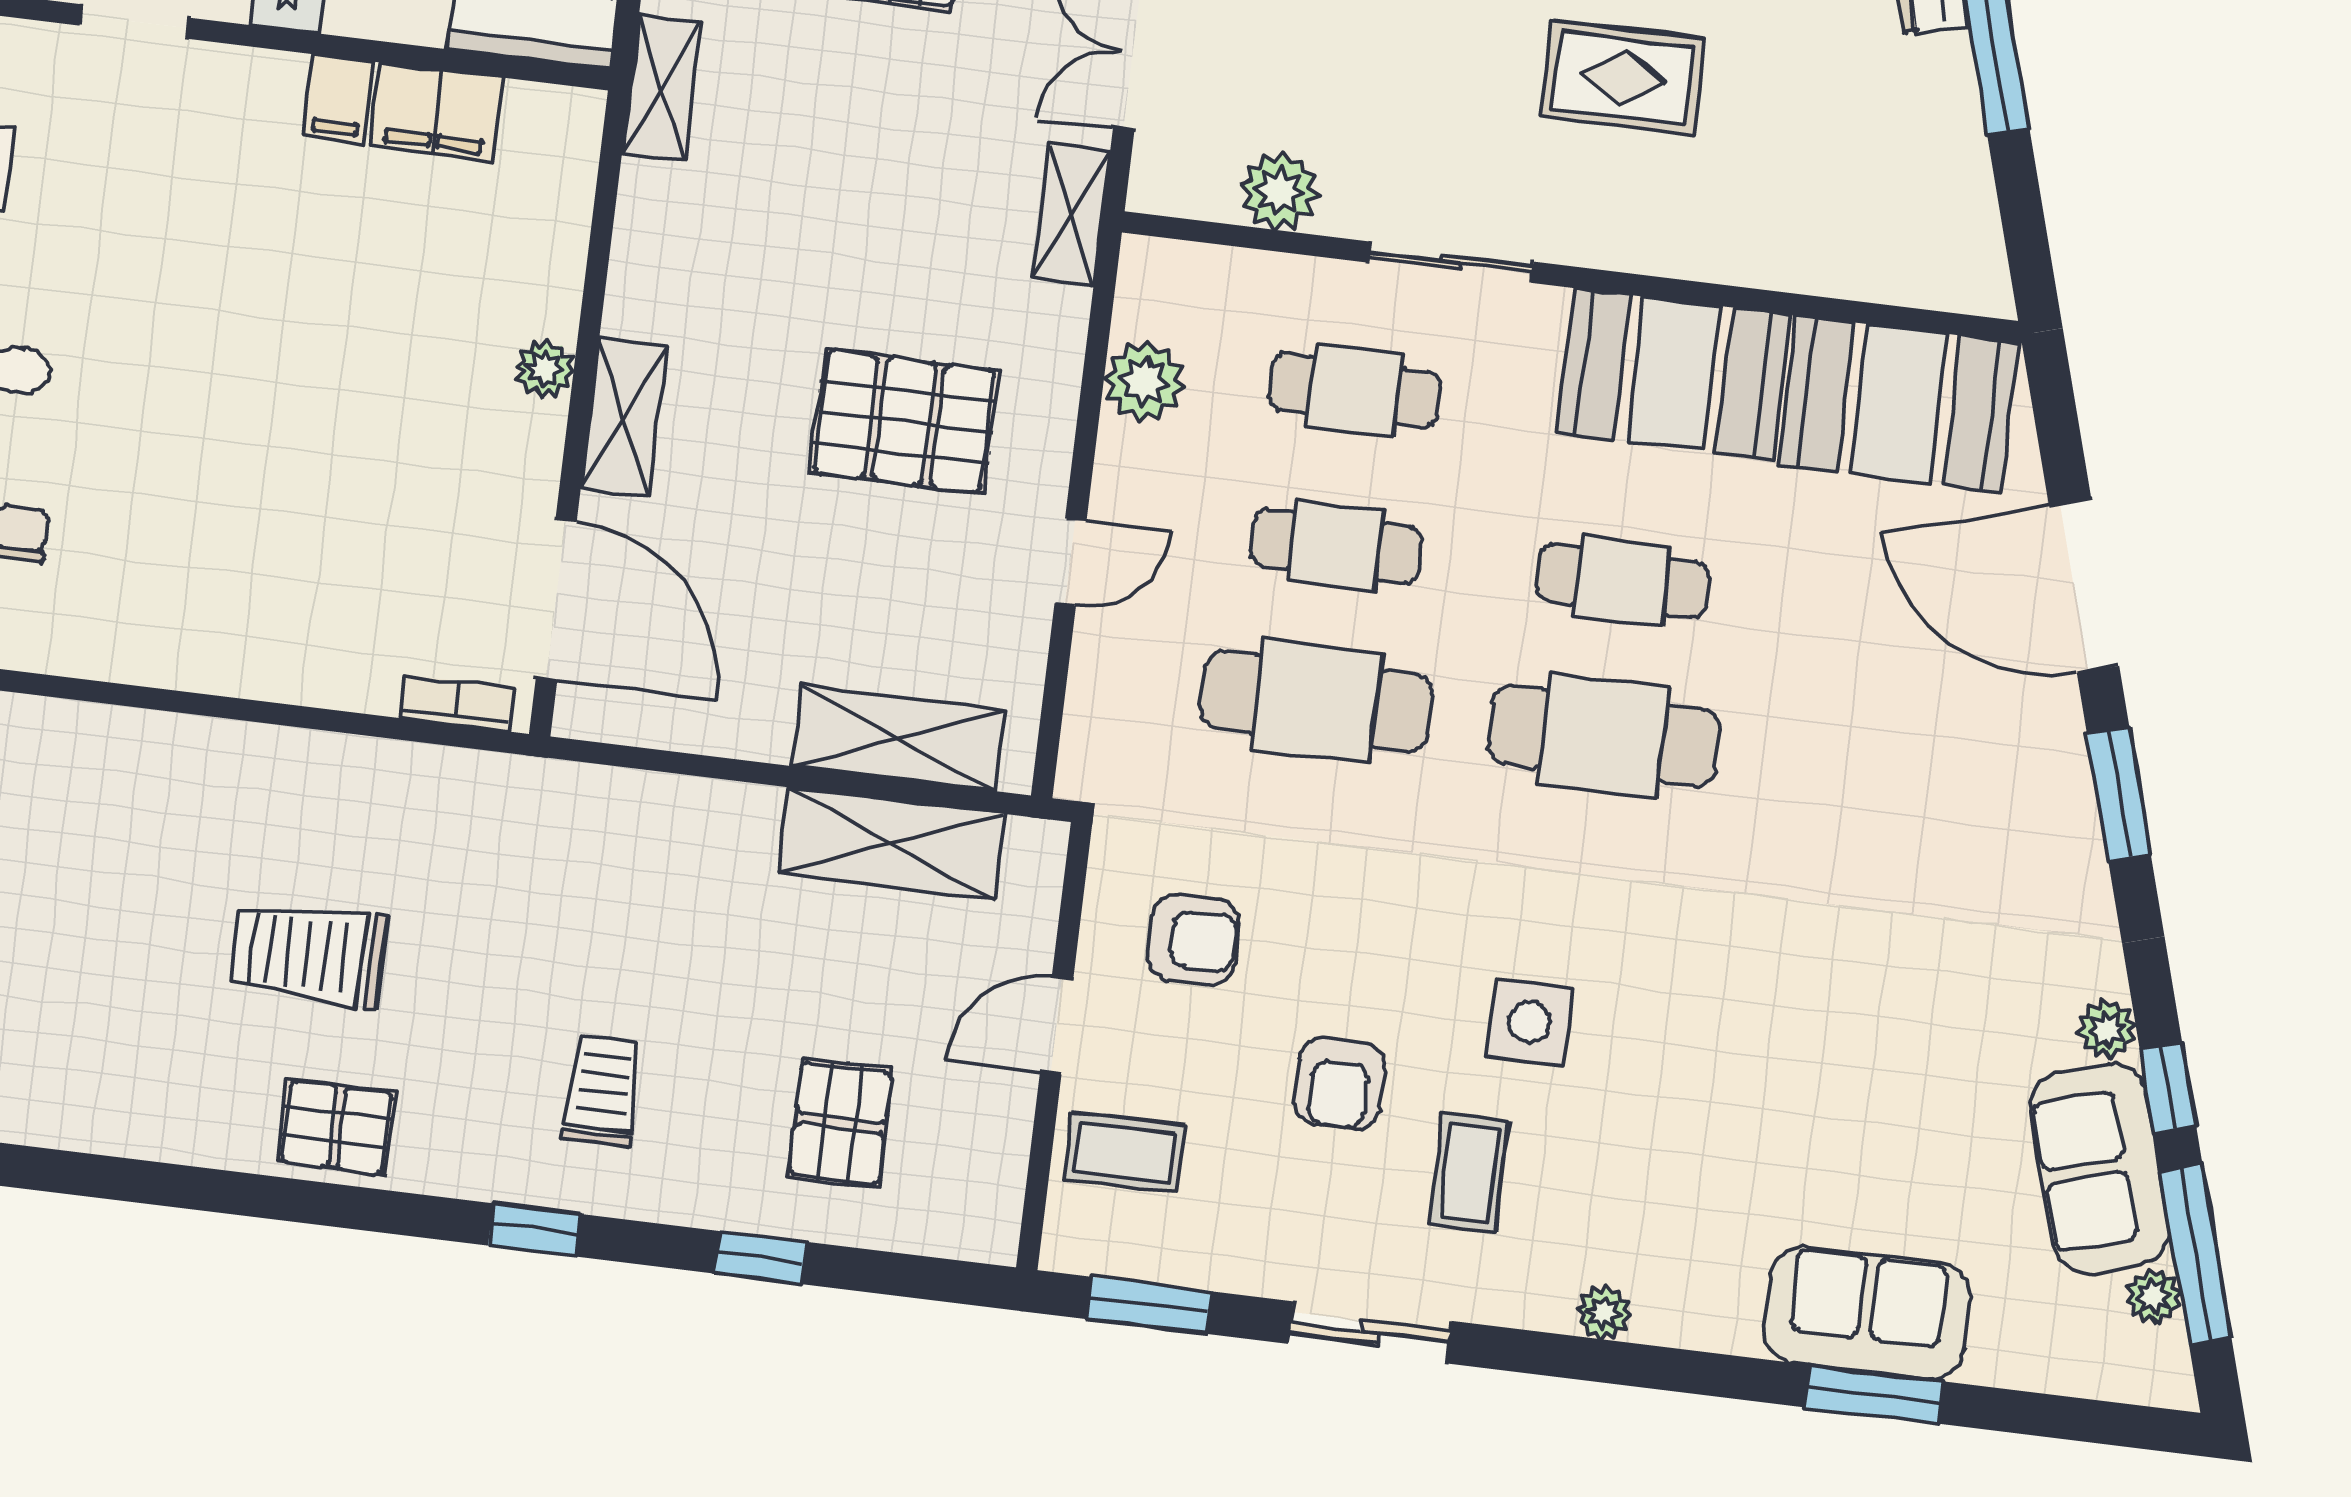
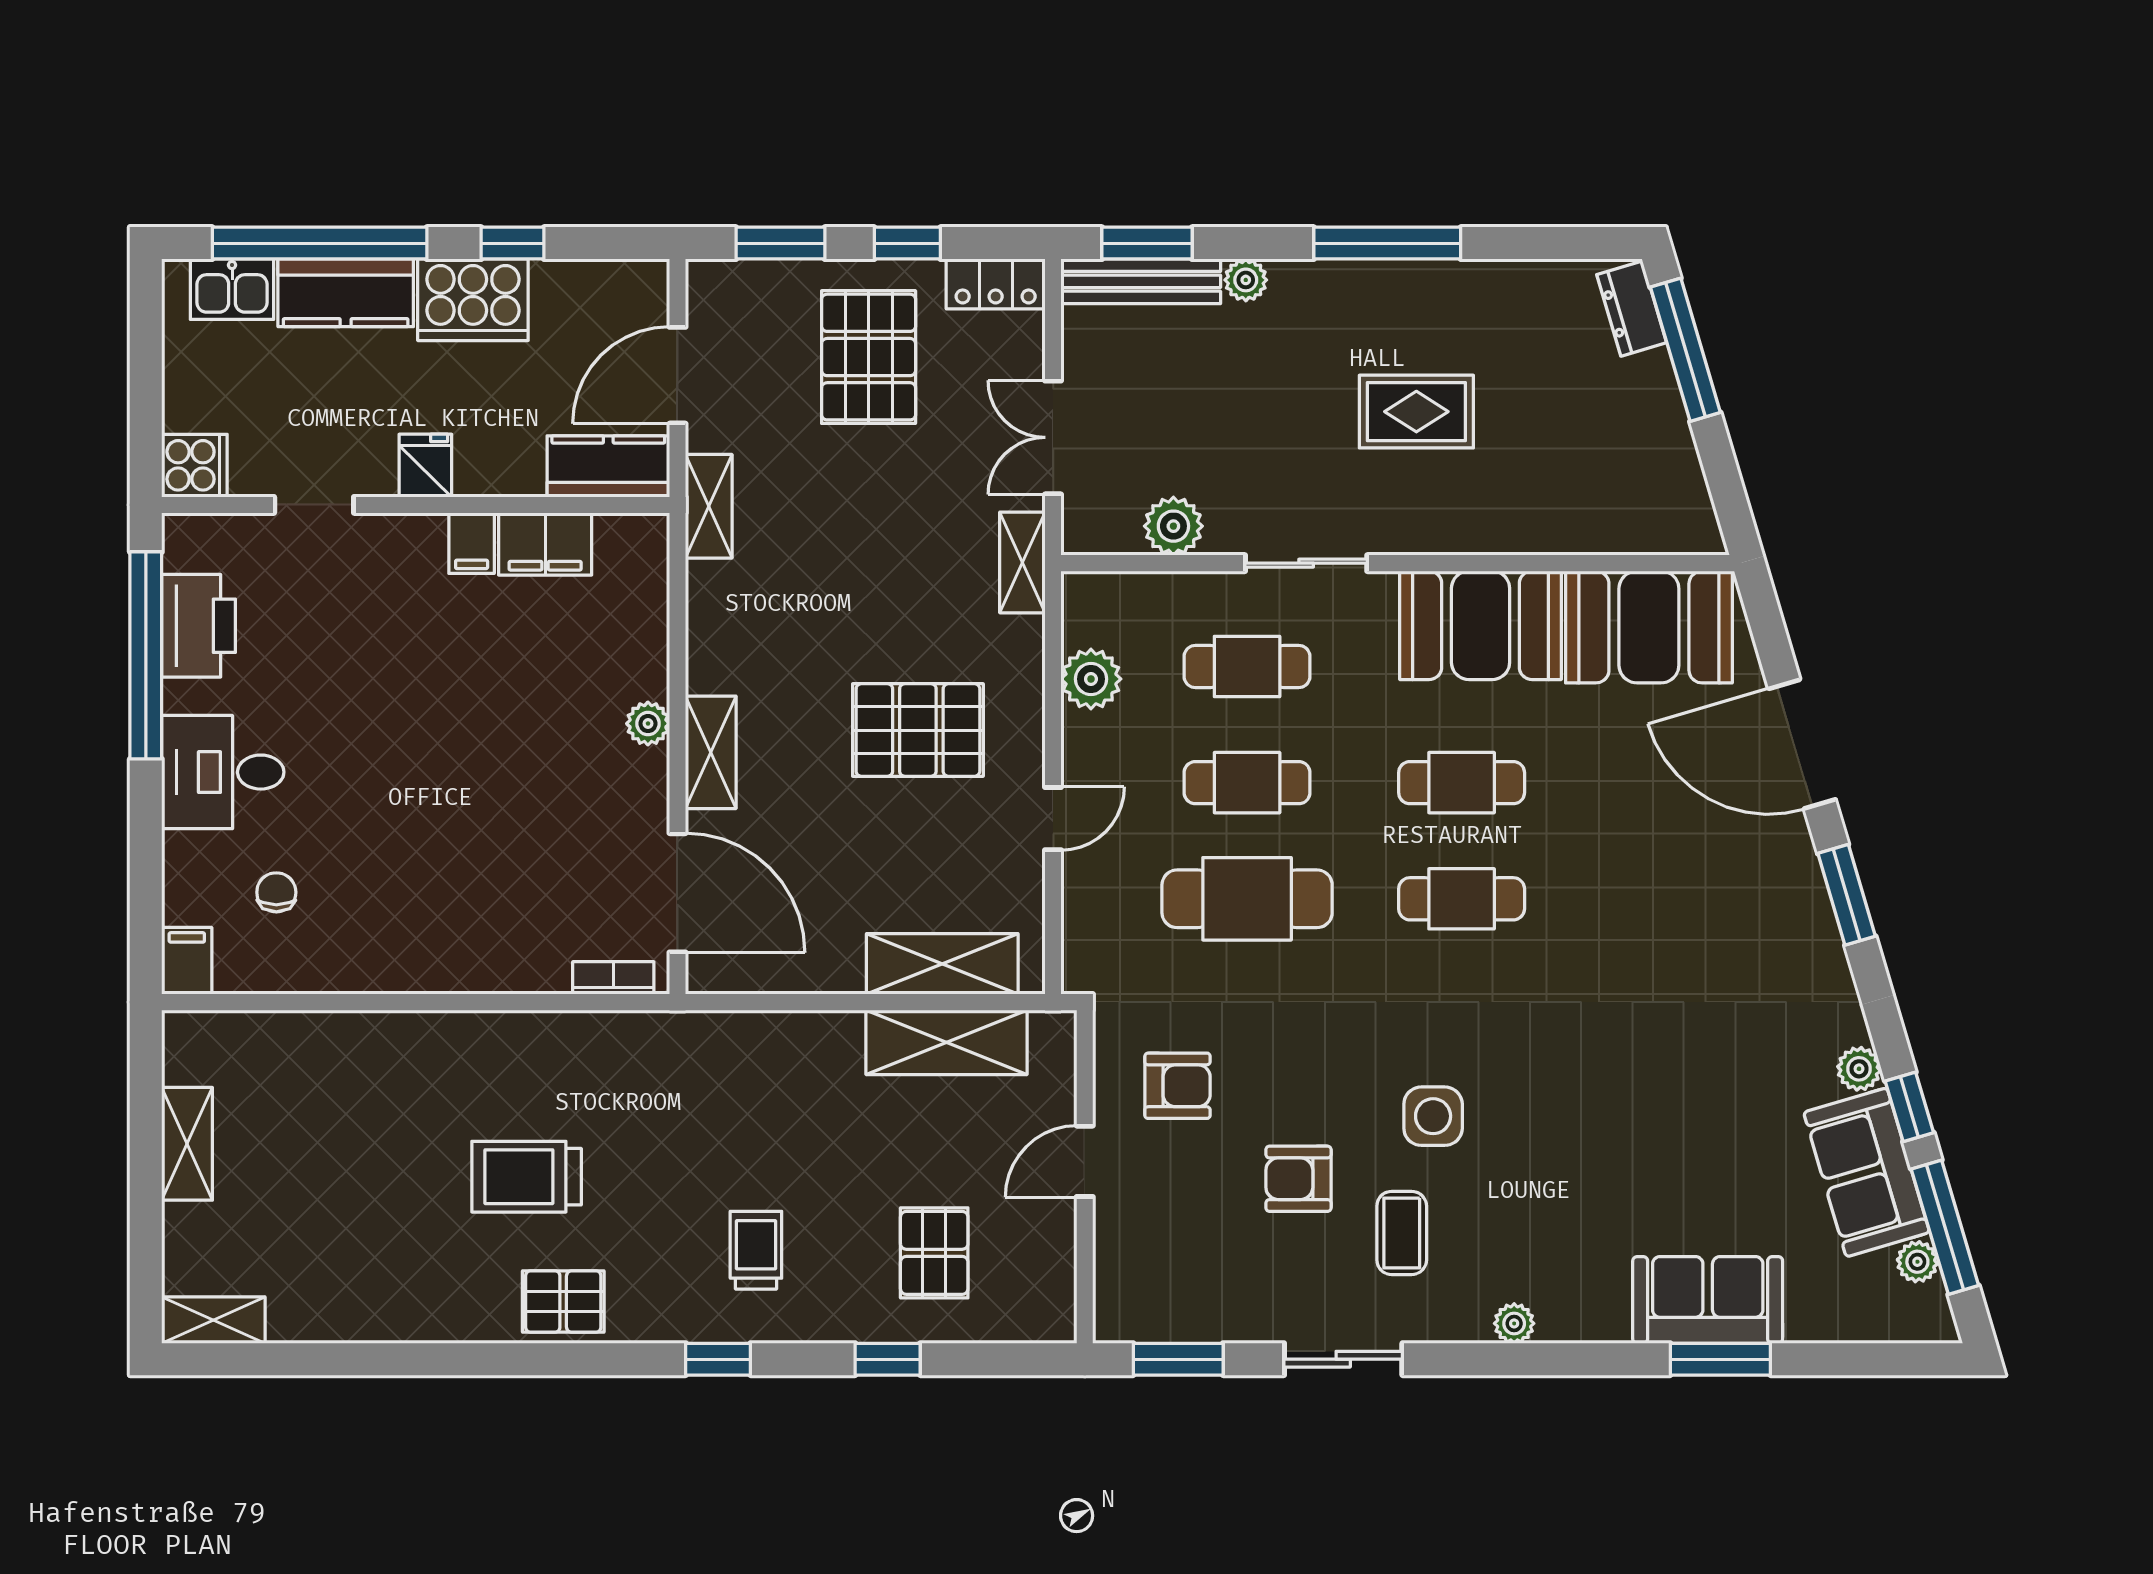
cafe table: (1604, 736) -> (1462, 899), width x0.73, depth x0.74
armchair: (1340, 1084) -> (1298, 1179), turned 90
coffee table: (1125, 1152) -> (1146, 1249), removed

